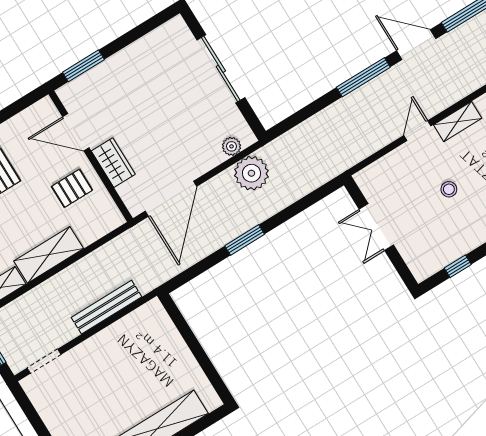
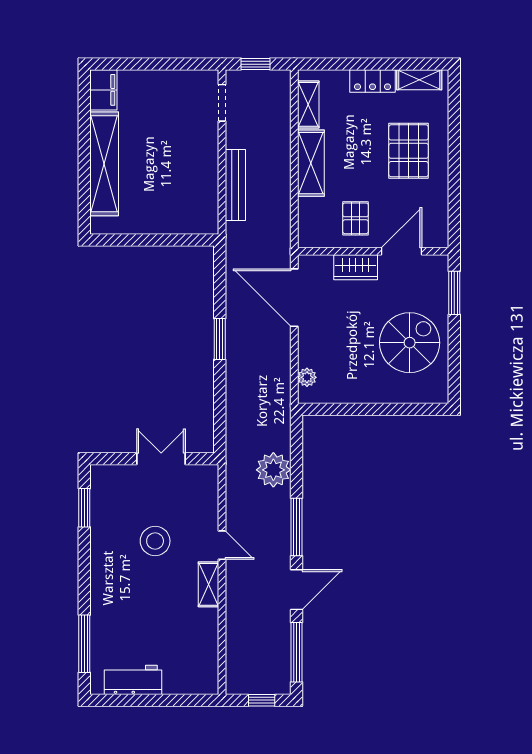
sliding door: (221, 69) -> (379, 409), removed
spiral stairs: (149, 78) -> (410, 343), added
plant: (251, 173) -> (273, 470), moved
stool: (449, 189) -> (155, 541), width x1.89, depth x1.89
window: (458, 266) -> (84, 508), width x1.50

